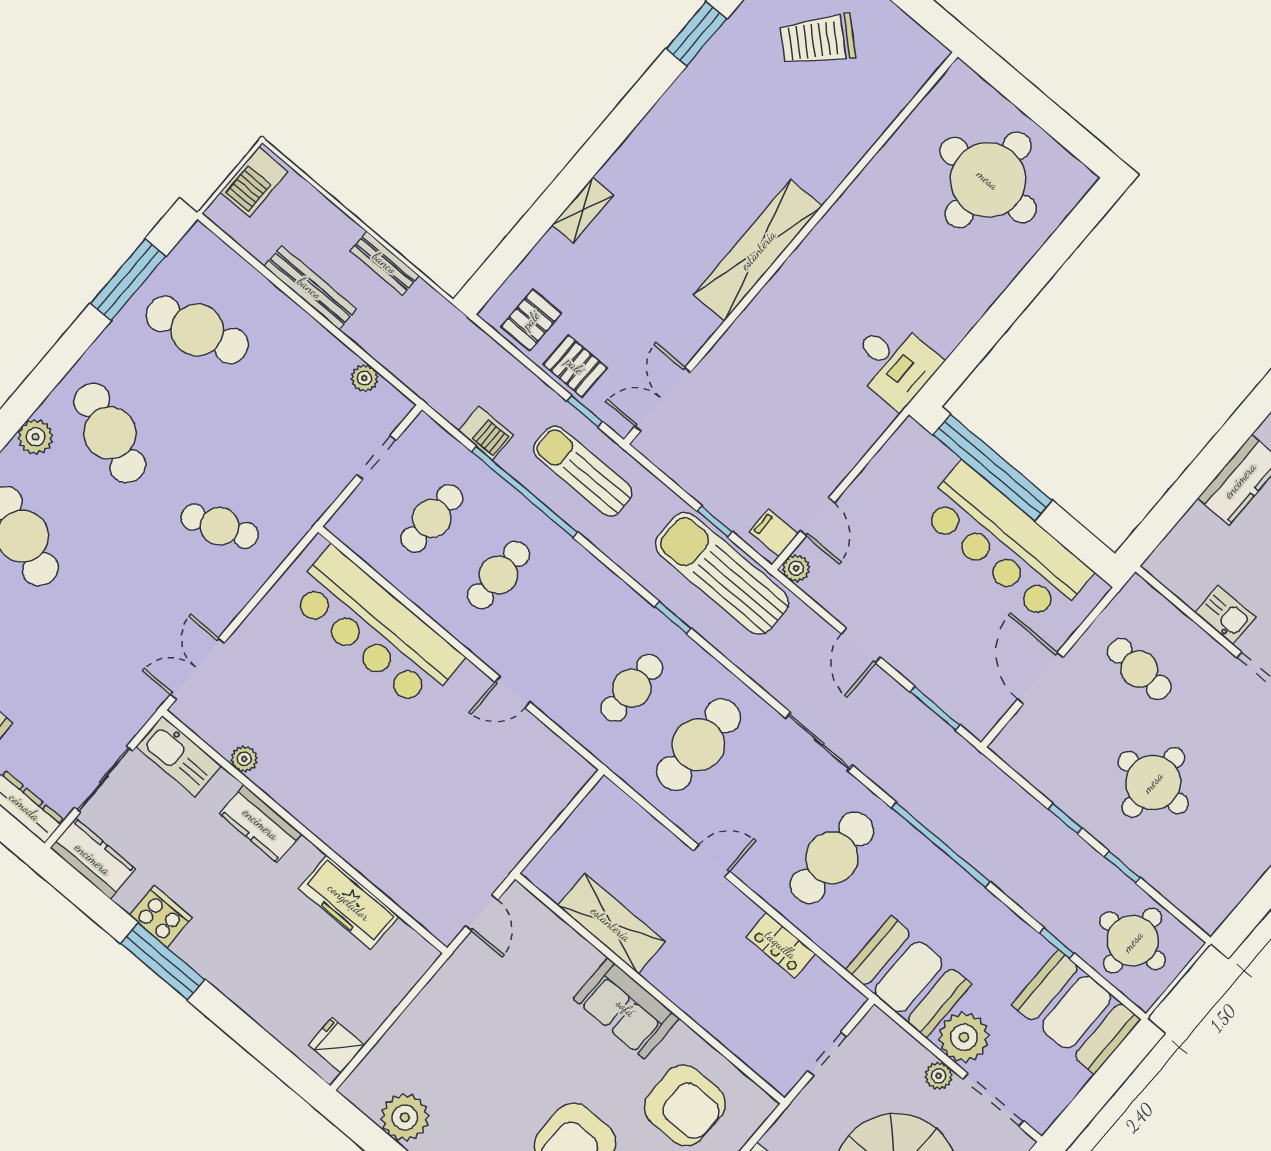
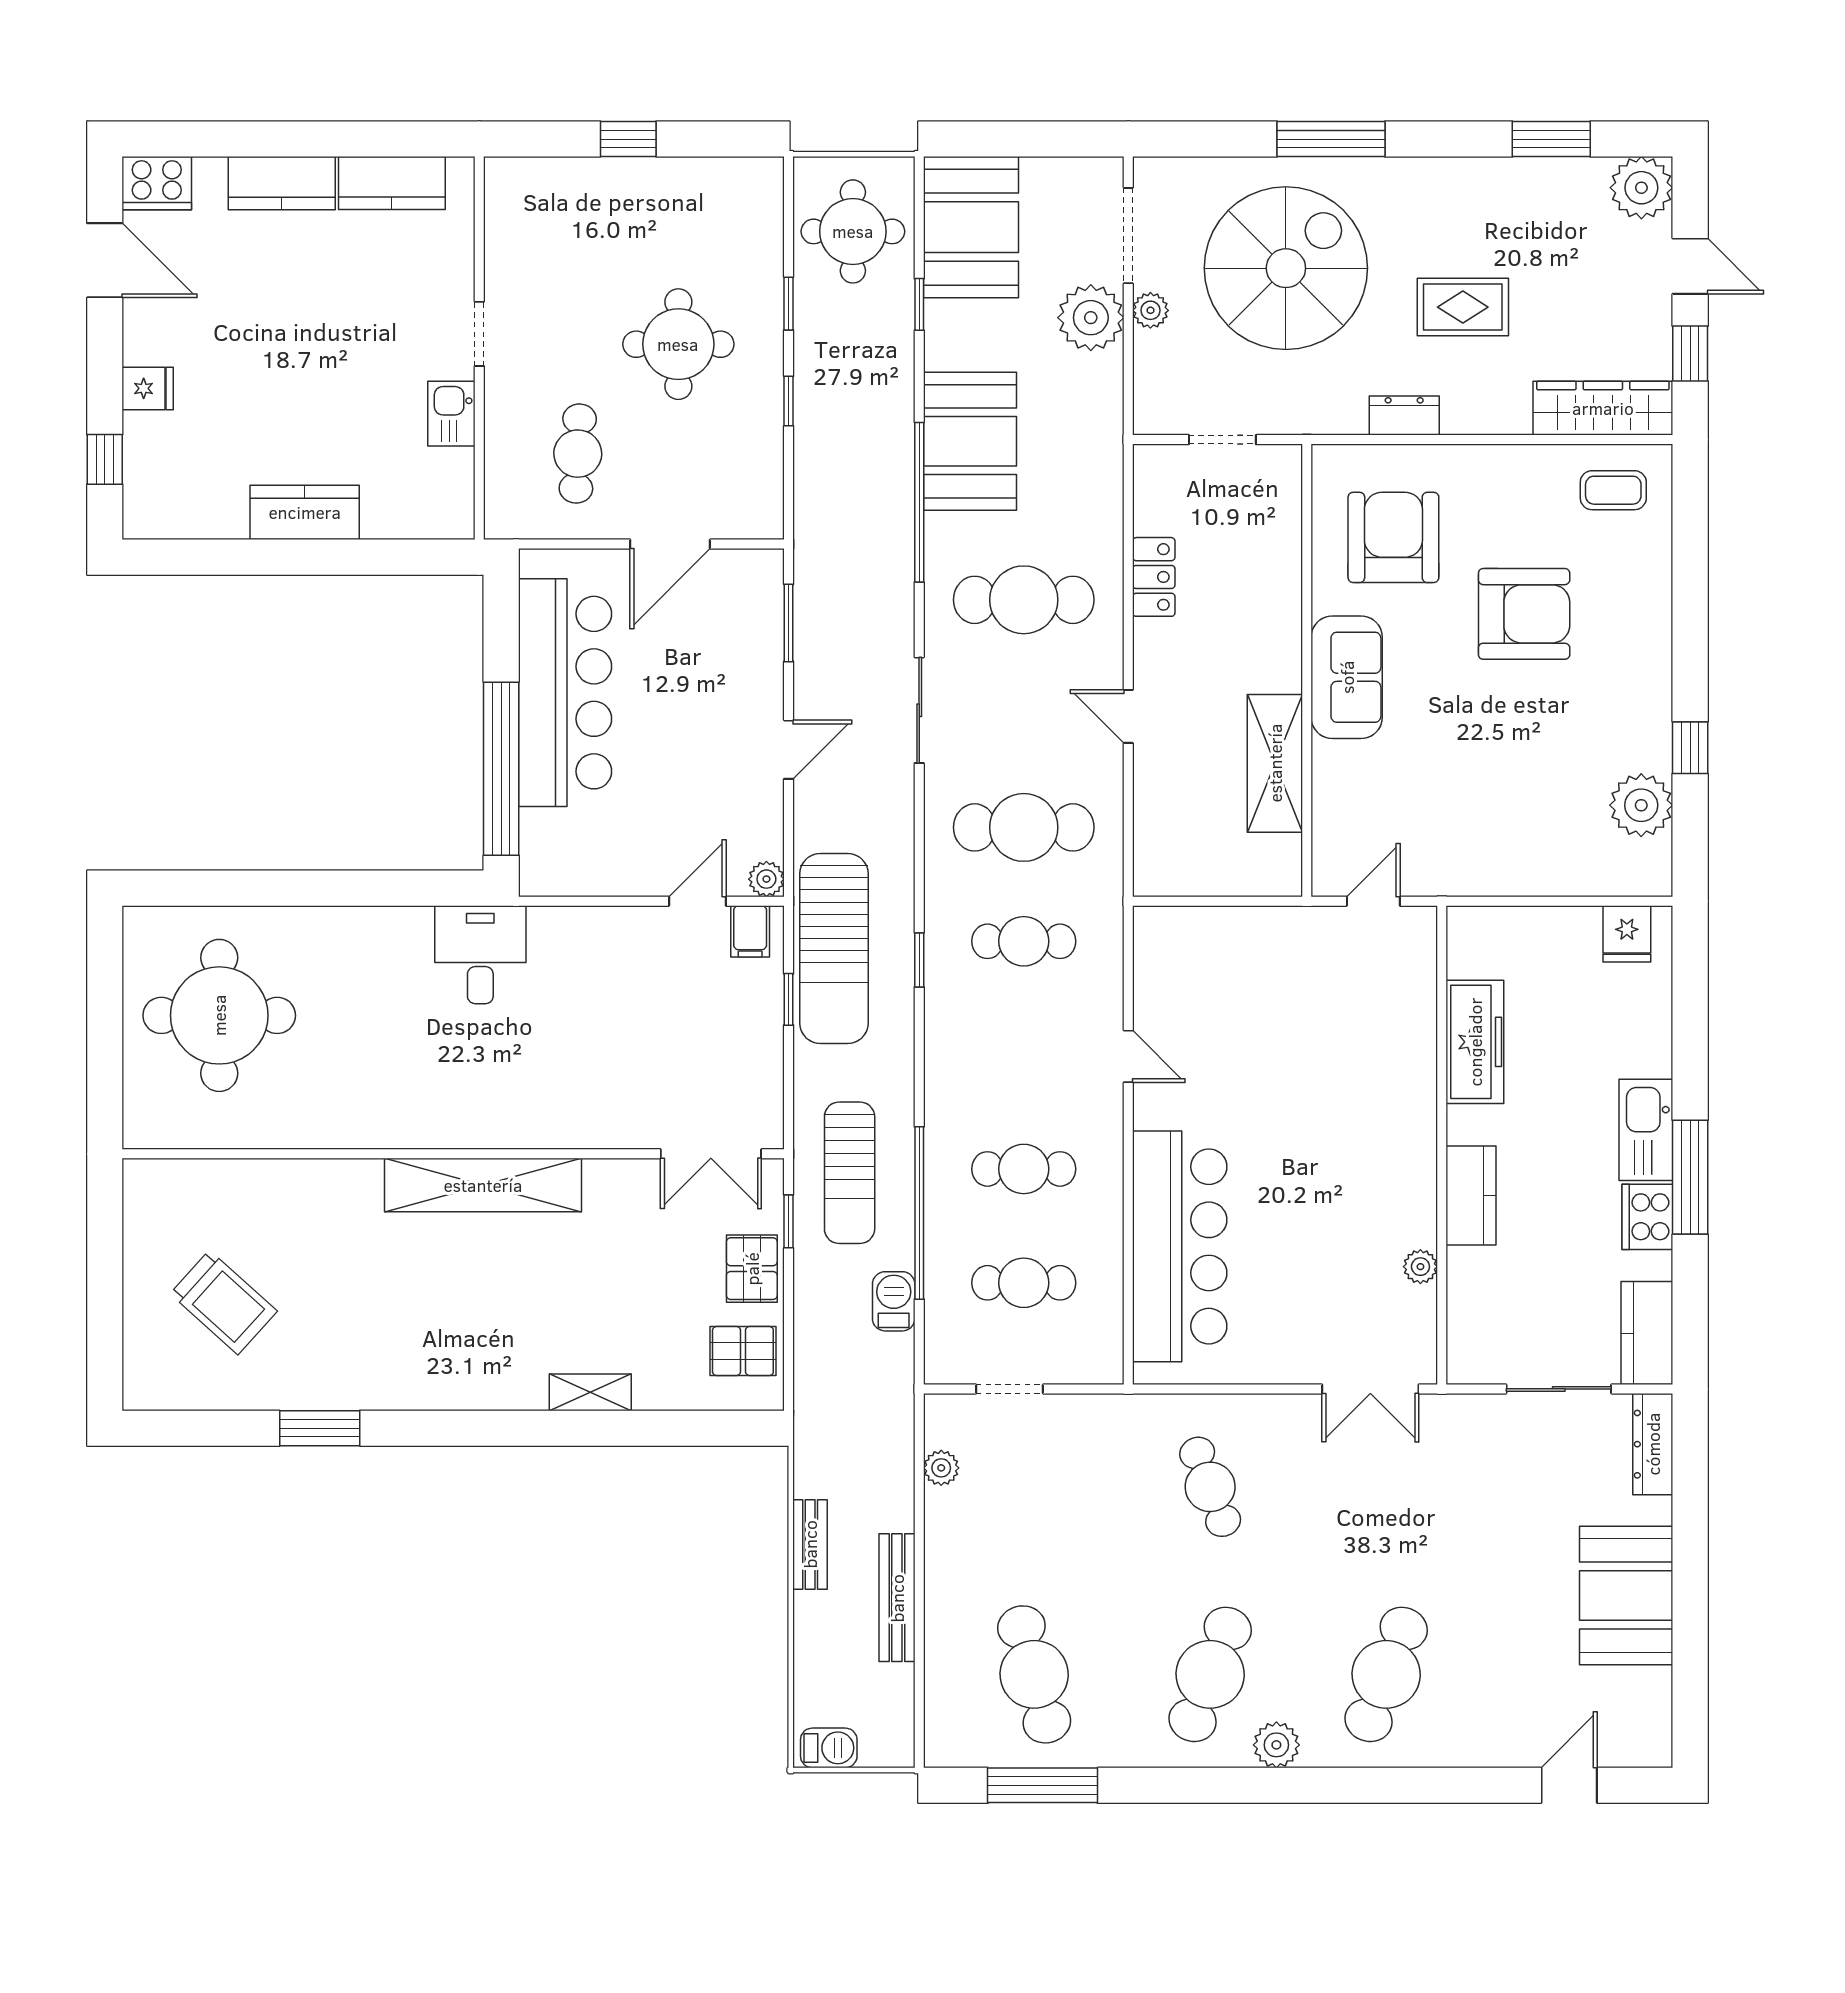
barbecue: (254, 182) -> (829, 1748), width x0.73, depth x0.79
kitchen sink: (179, 756) -> (1646, 1130), moved, turned 180
booth: (909, 977) -> (970, 441), moved

